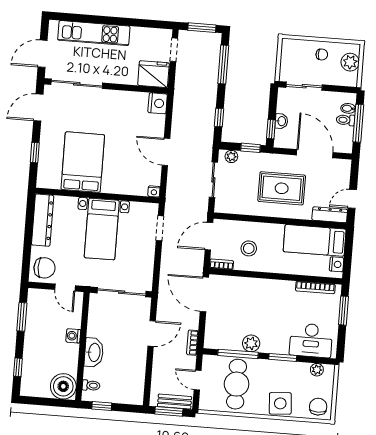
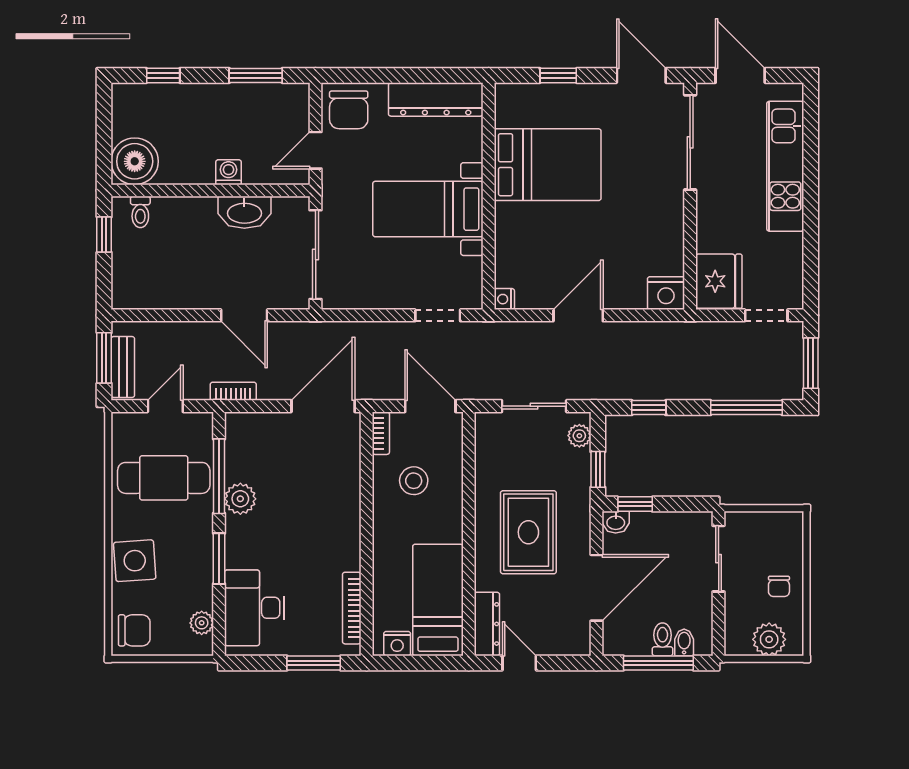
washbasin: (281, 121) -> (616, 522), moved
washbasin: (94, 352) -> (244, 212), moved

